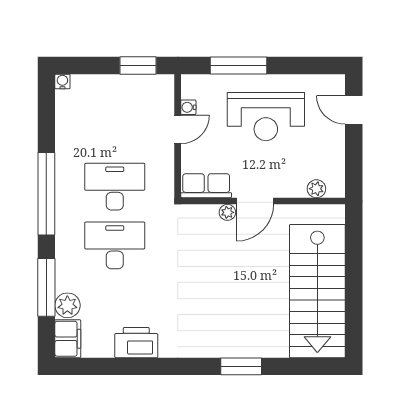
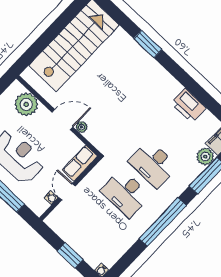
window: (138, 66) -> (70, 255), moved
door: (178, 129) -> (67, 192), hinge flipped
row of seats: (206, 186) -> (80, 163), moved, turned 90
plant: (316, 189) -> (26, 104), width x1.87, depth x1.87

